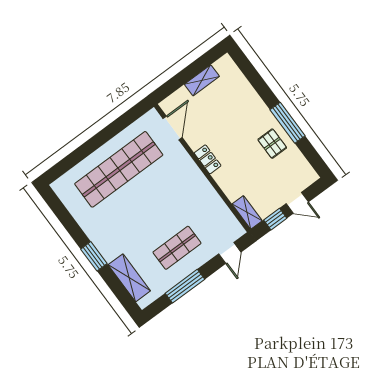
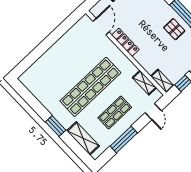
locker: (208, 159) -> (125, 42), width x1.53
shop shelf: (119, 169) -> (90, 87), moved
shelving: (223, 212) -> (144, 83), added

